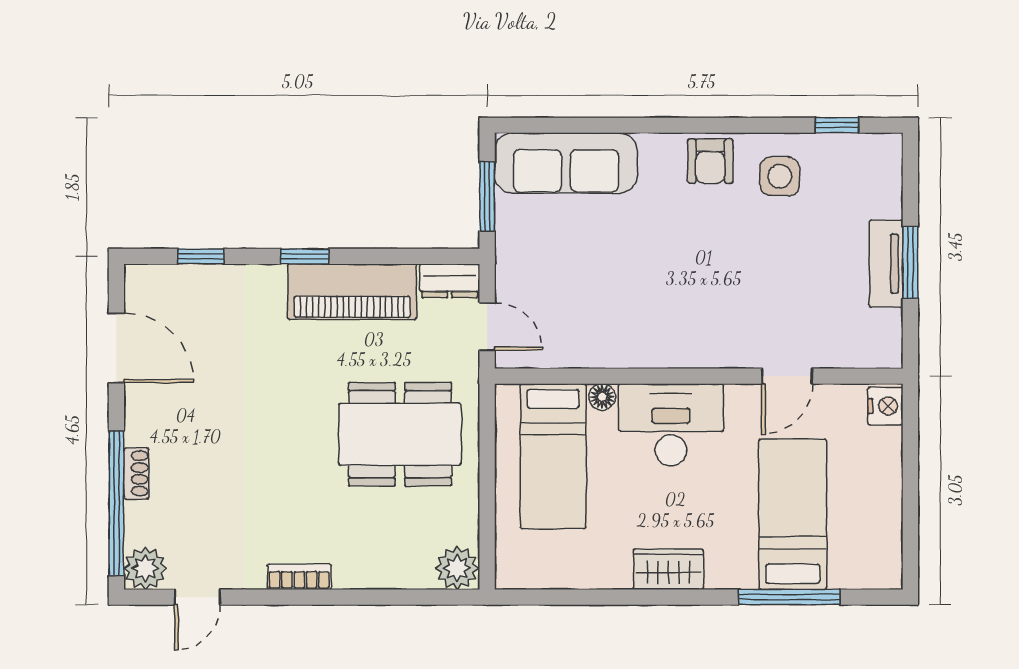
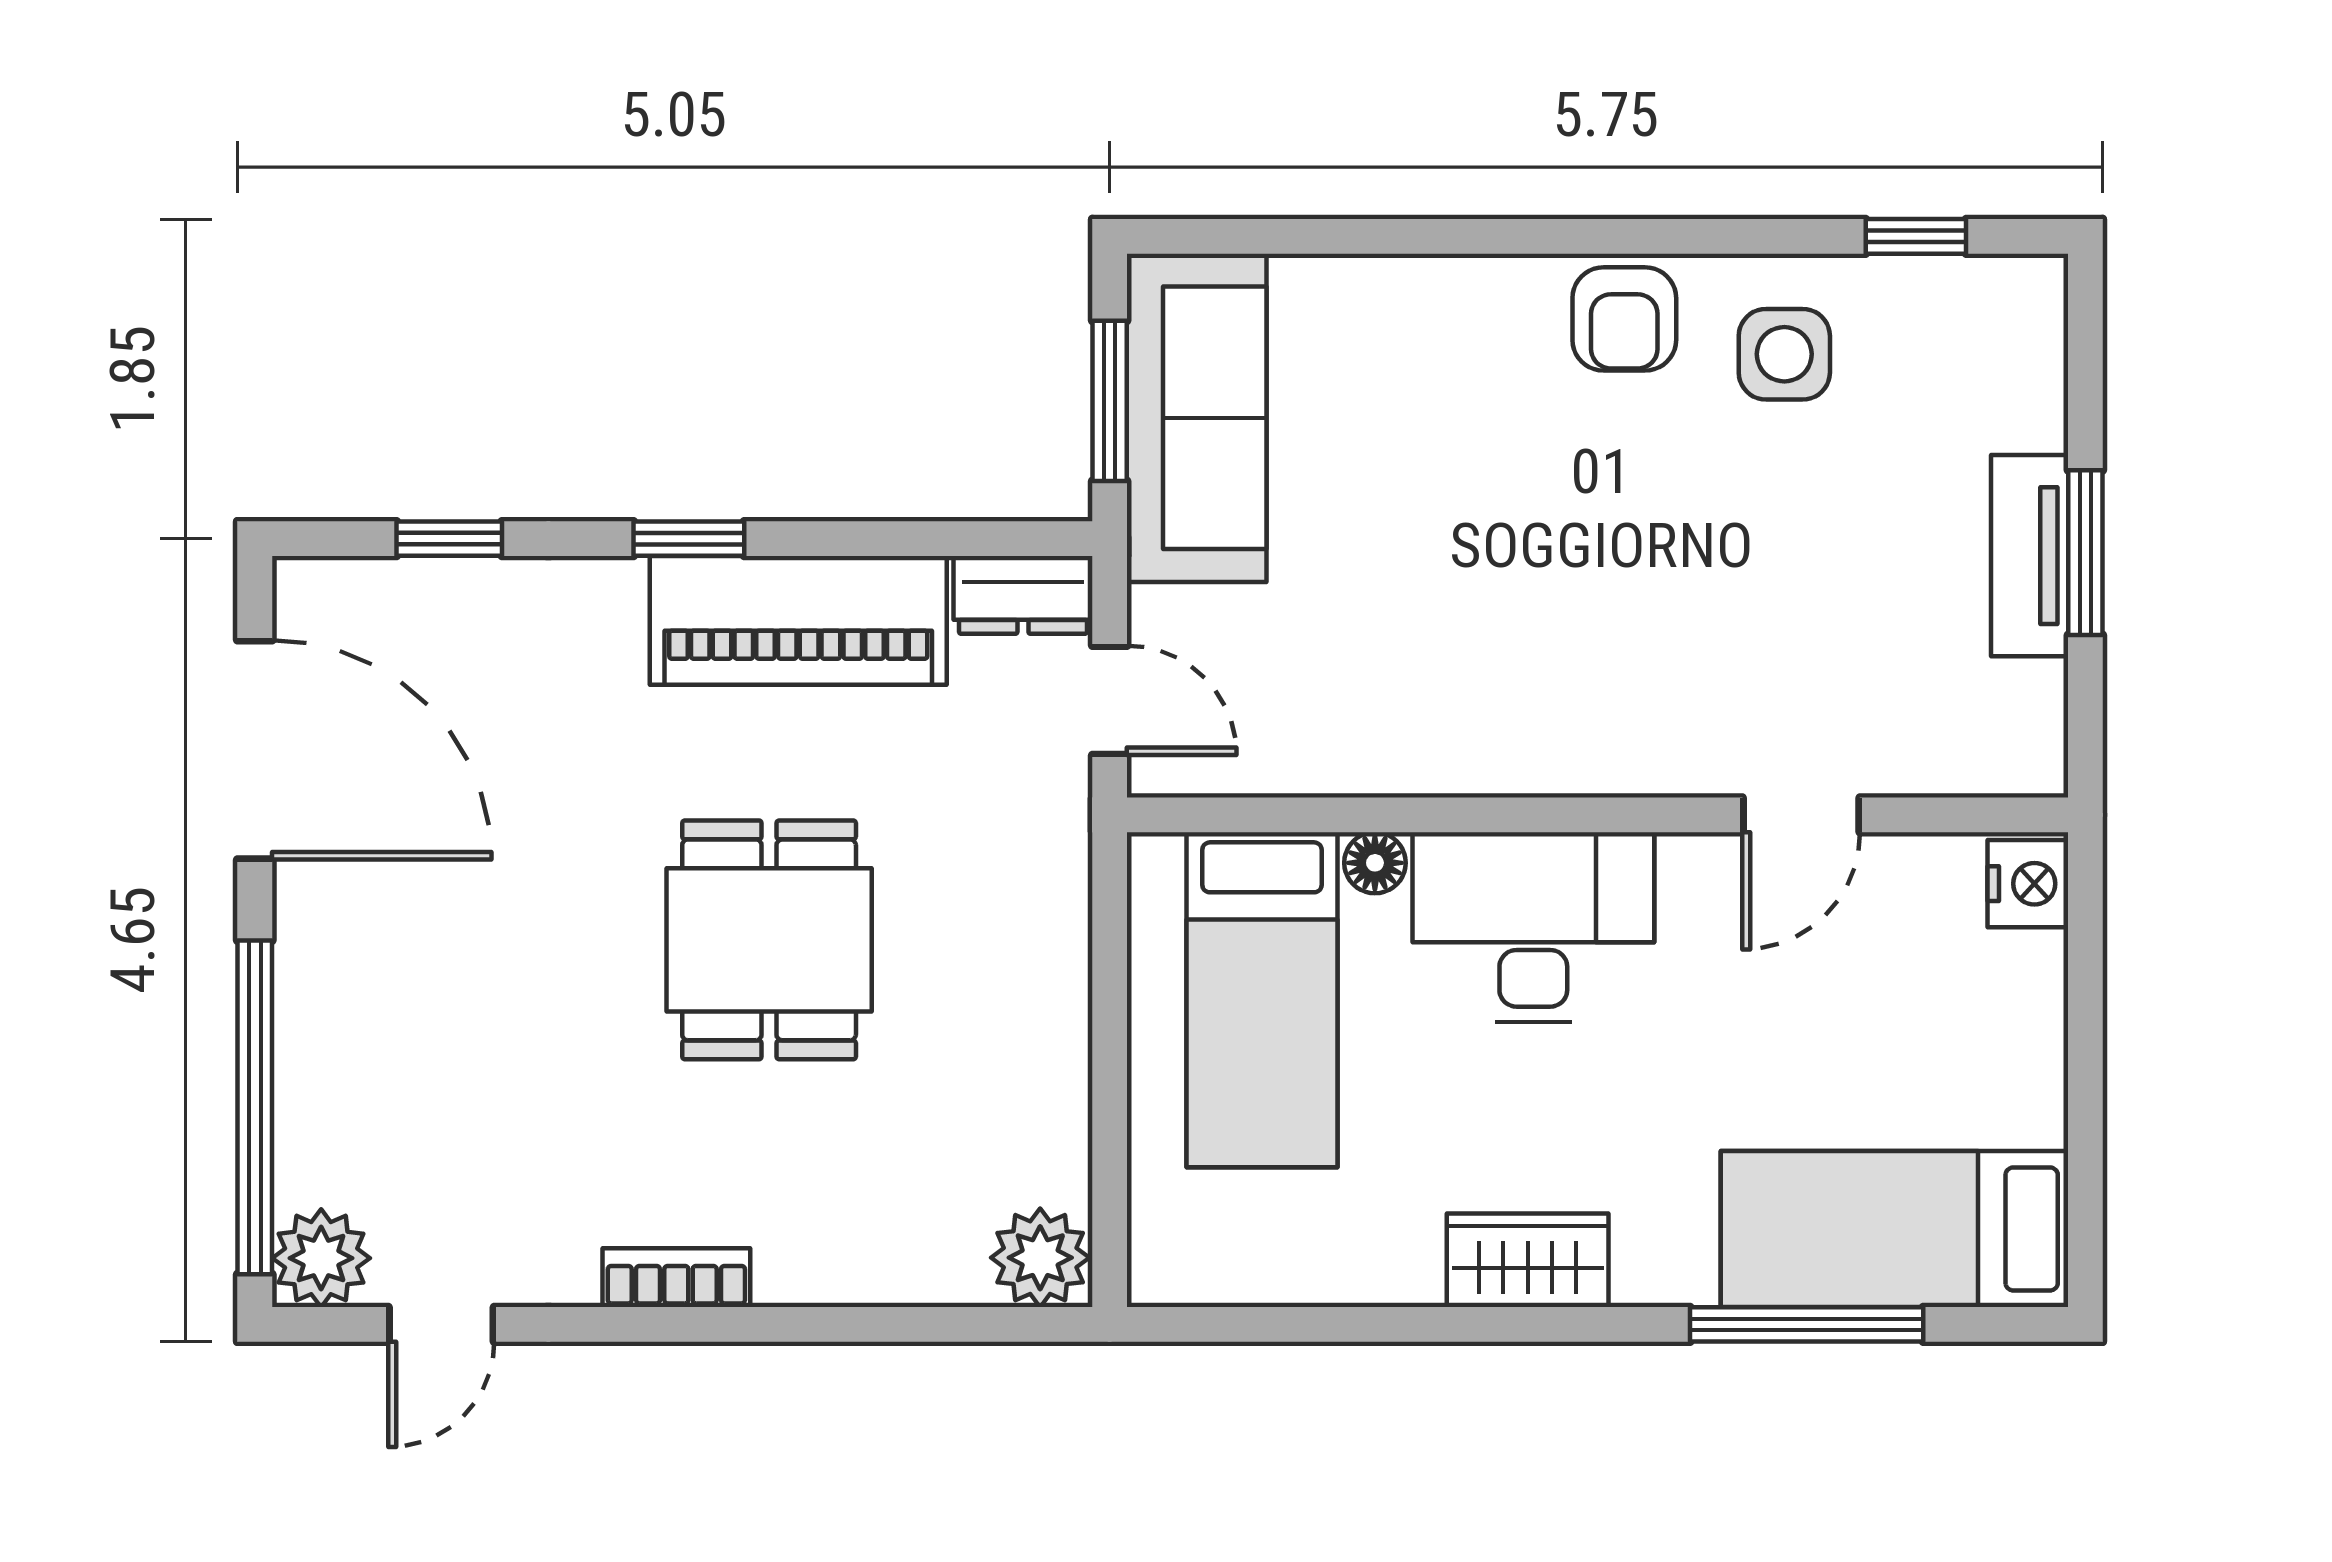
sofa: (566, 163) -> (1197, 418), moved, turned -90
door: (116, 348) -> (255, 750), width x1.36
dining table: (400, 434) -> (769, 940), moved, width x0.73
shoe rack: (136, 473) -> (301, 1039), removed
bed: (793, 514) -> (1895, 1229), moved, turned -90

